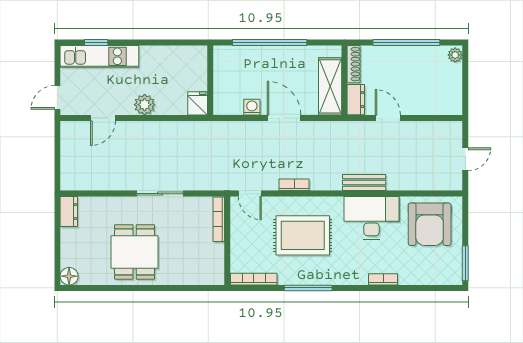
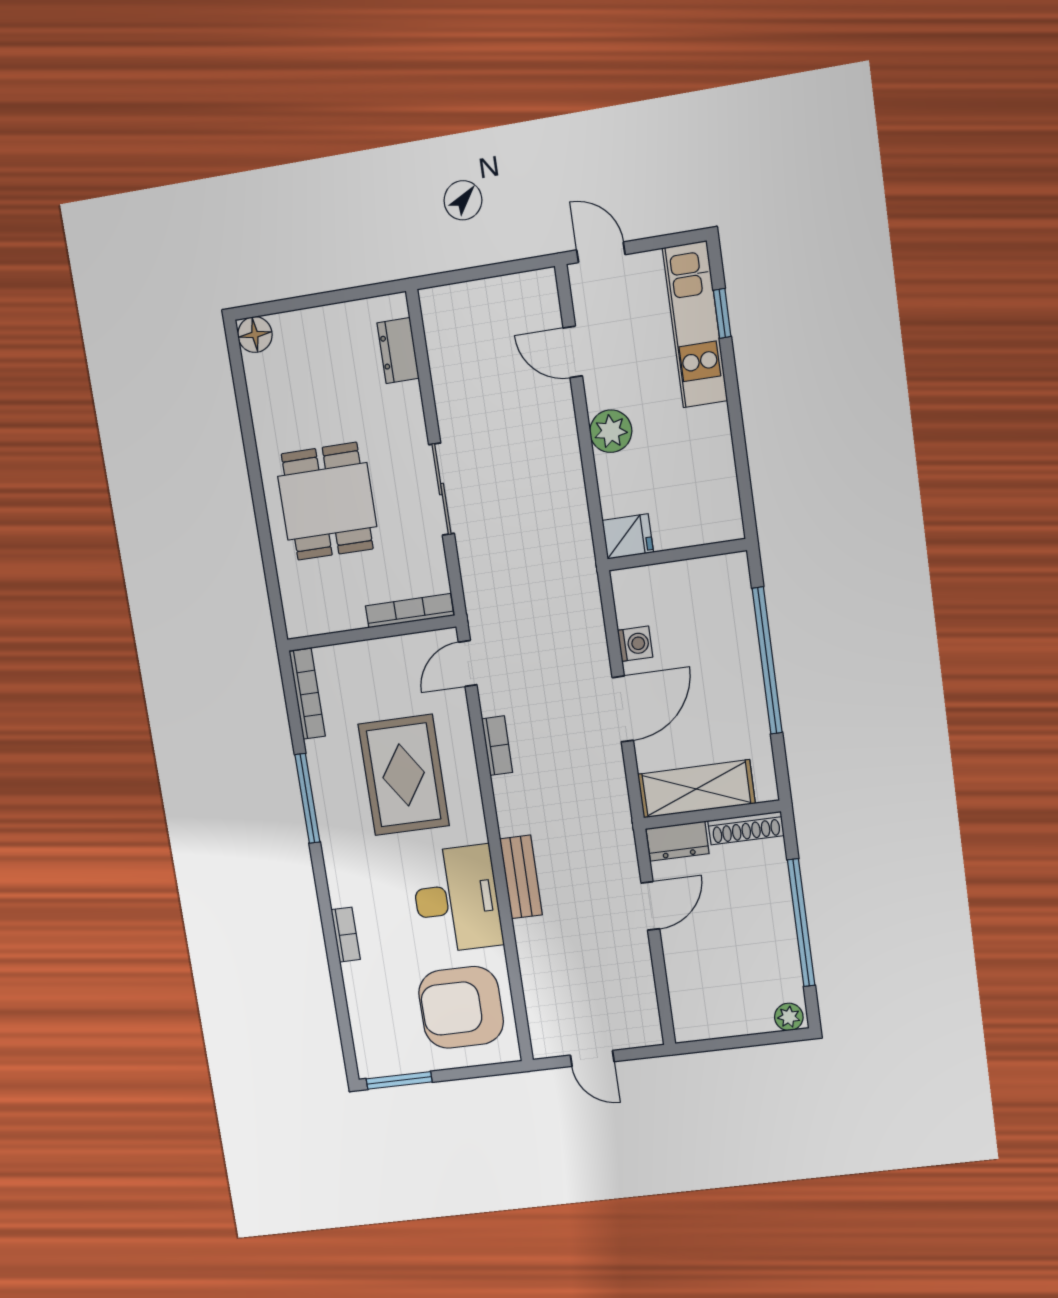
dresser: (69, 212) -> (398, 351), moved, turned 90
dining table: (135, 252) -> (327, 501), moved, turned 90

